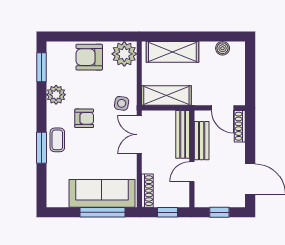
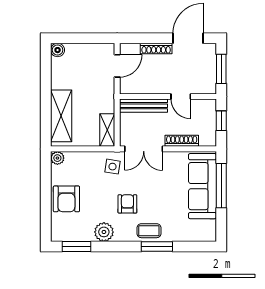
boiler: (223, 48) -> (58, 50), moved
plant: (124, 54) -> (57, 158), width x0.53, depth x0.53
shelving: (166, 96) -> (107, 130), width x0.67, depth x0.75
shoe rack: (240, 126) -> (156, 49), moved
bench: (202, 141) -> (150, 87), removed
shoe rack: (147, 191) -> (182, 141), moved
window: (219, 212) -> (221, 69), width x1.50

